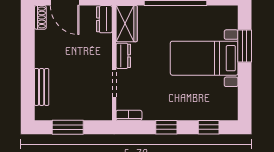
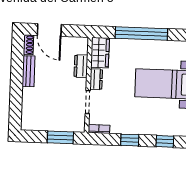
dresser: (104, 19) -> (81, 66), moved
bench: (42, 87) -> (28, 71), moved
window: (68, 127) -> (60, 137), moved

